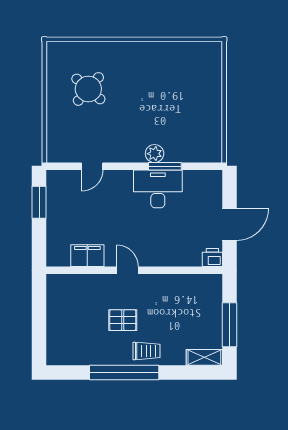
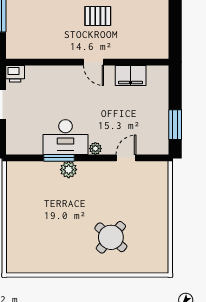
round table: (88, 89) -> (111, 237), moved
plant: (125, 176) -> (95, 149), added

